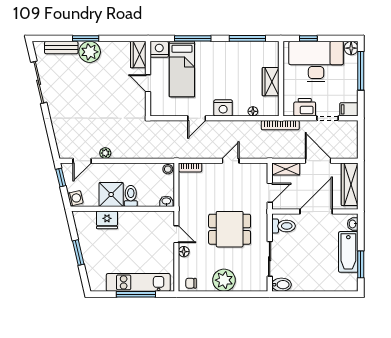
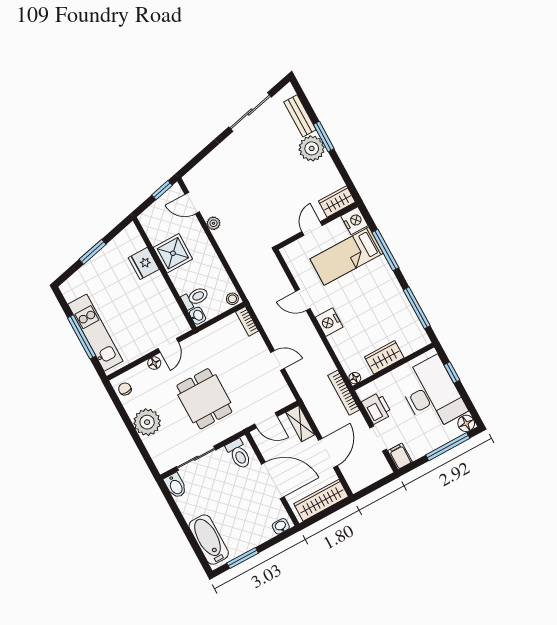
floor lamp: (253, 111) -> (355, 378), moved
toilet: (131, 196) -> (195, 298), moved
washing machine: (75, 198) -> (148, 217), removed
bathtub: (348, 252) -> (209, 540), moved, turned 90

